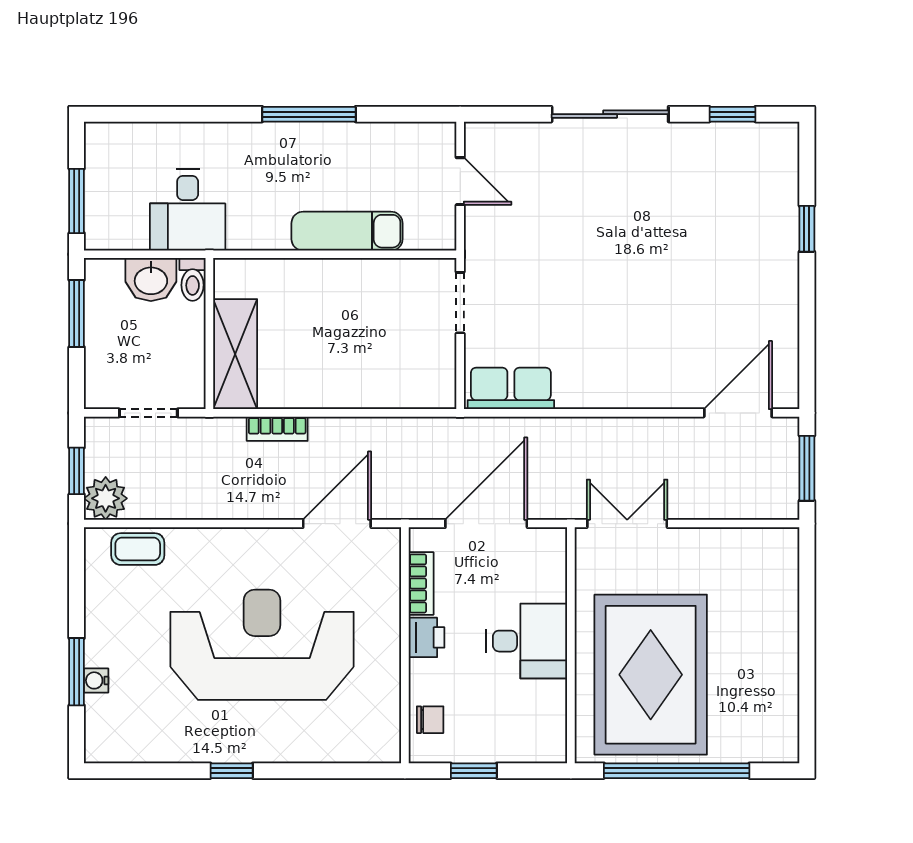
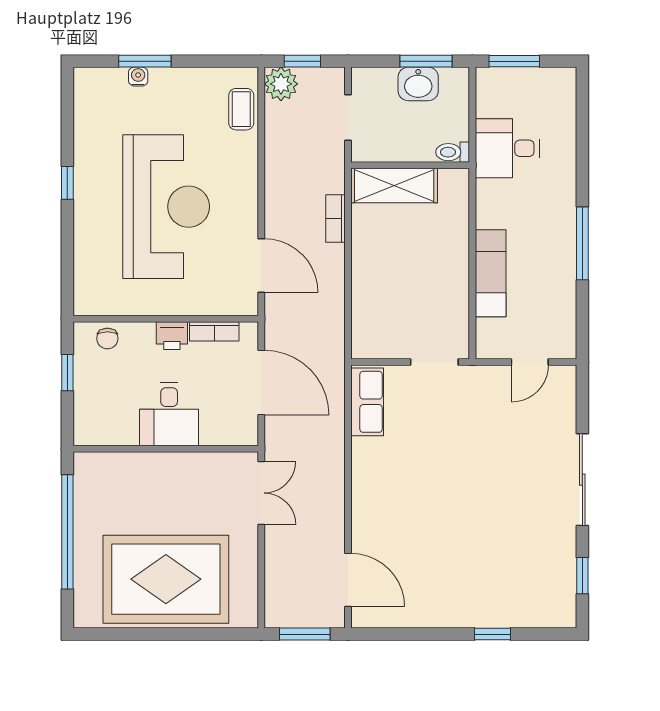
washbasin: (151, 280) -> (418, 84), moved, turned -90
rug: (651, 675) -> (166, 579), moved

